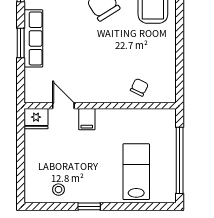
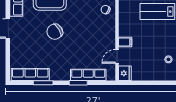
row of seats: (33, 38) -> (88, 75), moved

